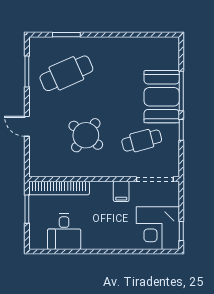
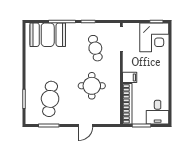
cafe table: (66, 73) -> (50, 99), turned 30
booth: (162, 97) -> (48, 35), moved
round table: (86, 135) -> (92, 86), turned -38
filing cabinet: (121, 191) -> (130, 77), moved
desk: (64, 232) -> (158, 112), moved, turned 90

